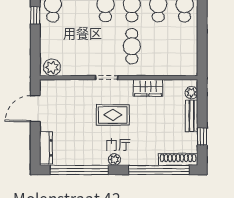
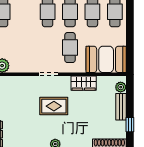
booth: (174, 60) -> (106, 59), added

